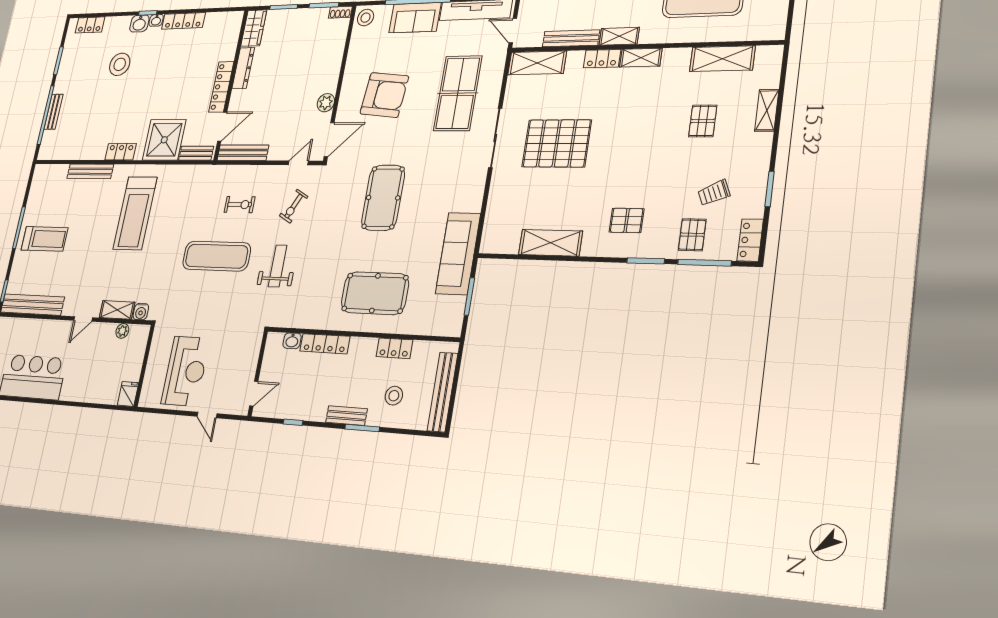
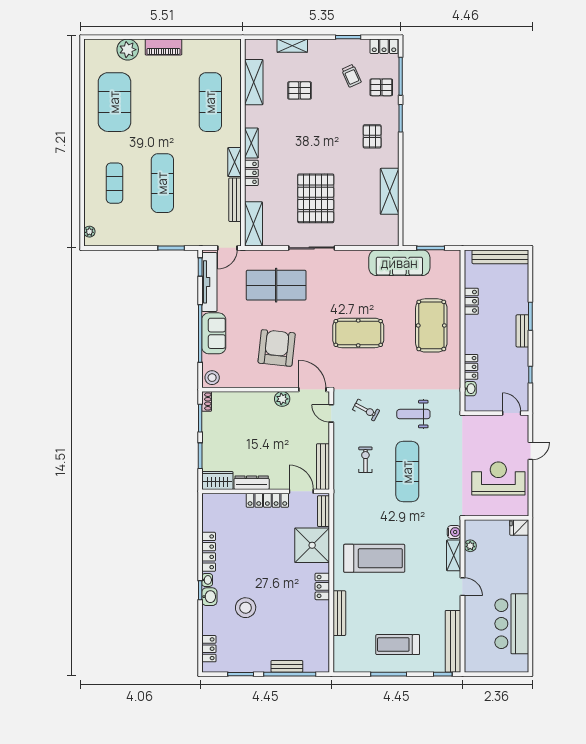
treadmill: (44, 239) -> (398, 645), turned -90
locker: (325, 344) -> (471, 367), width x0.66
stool: (394, 396) -> (505, 295), removed

